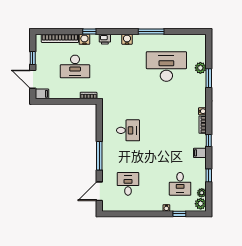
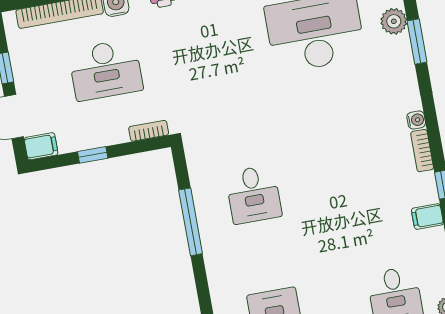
window: (63, 101) -> (93, 155), added
desk: (128, 130) -> (253, 194), turned 90
window: (99, 156) -> (191, 222), moved

